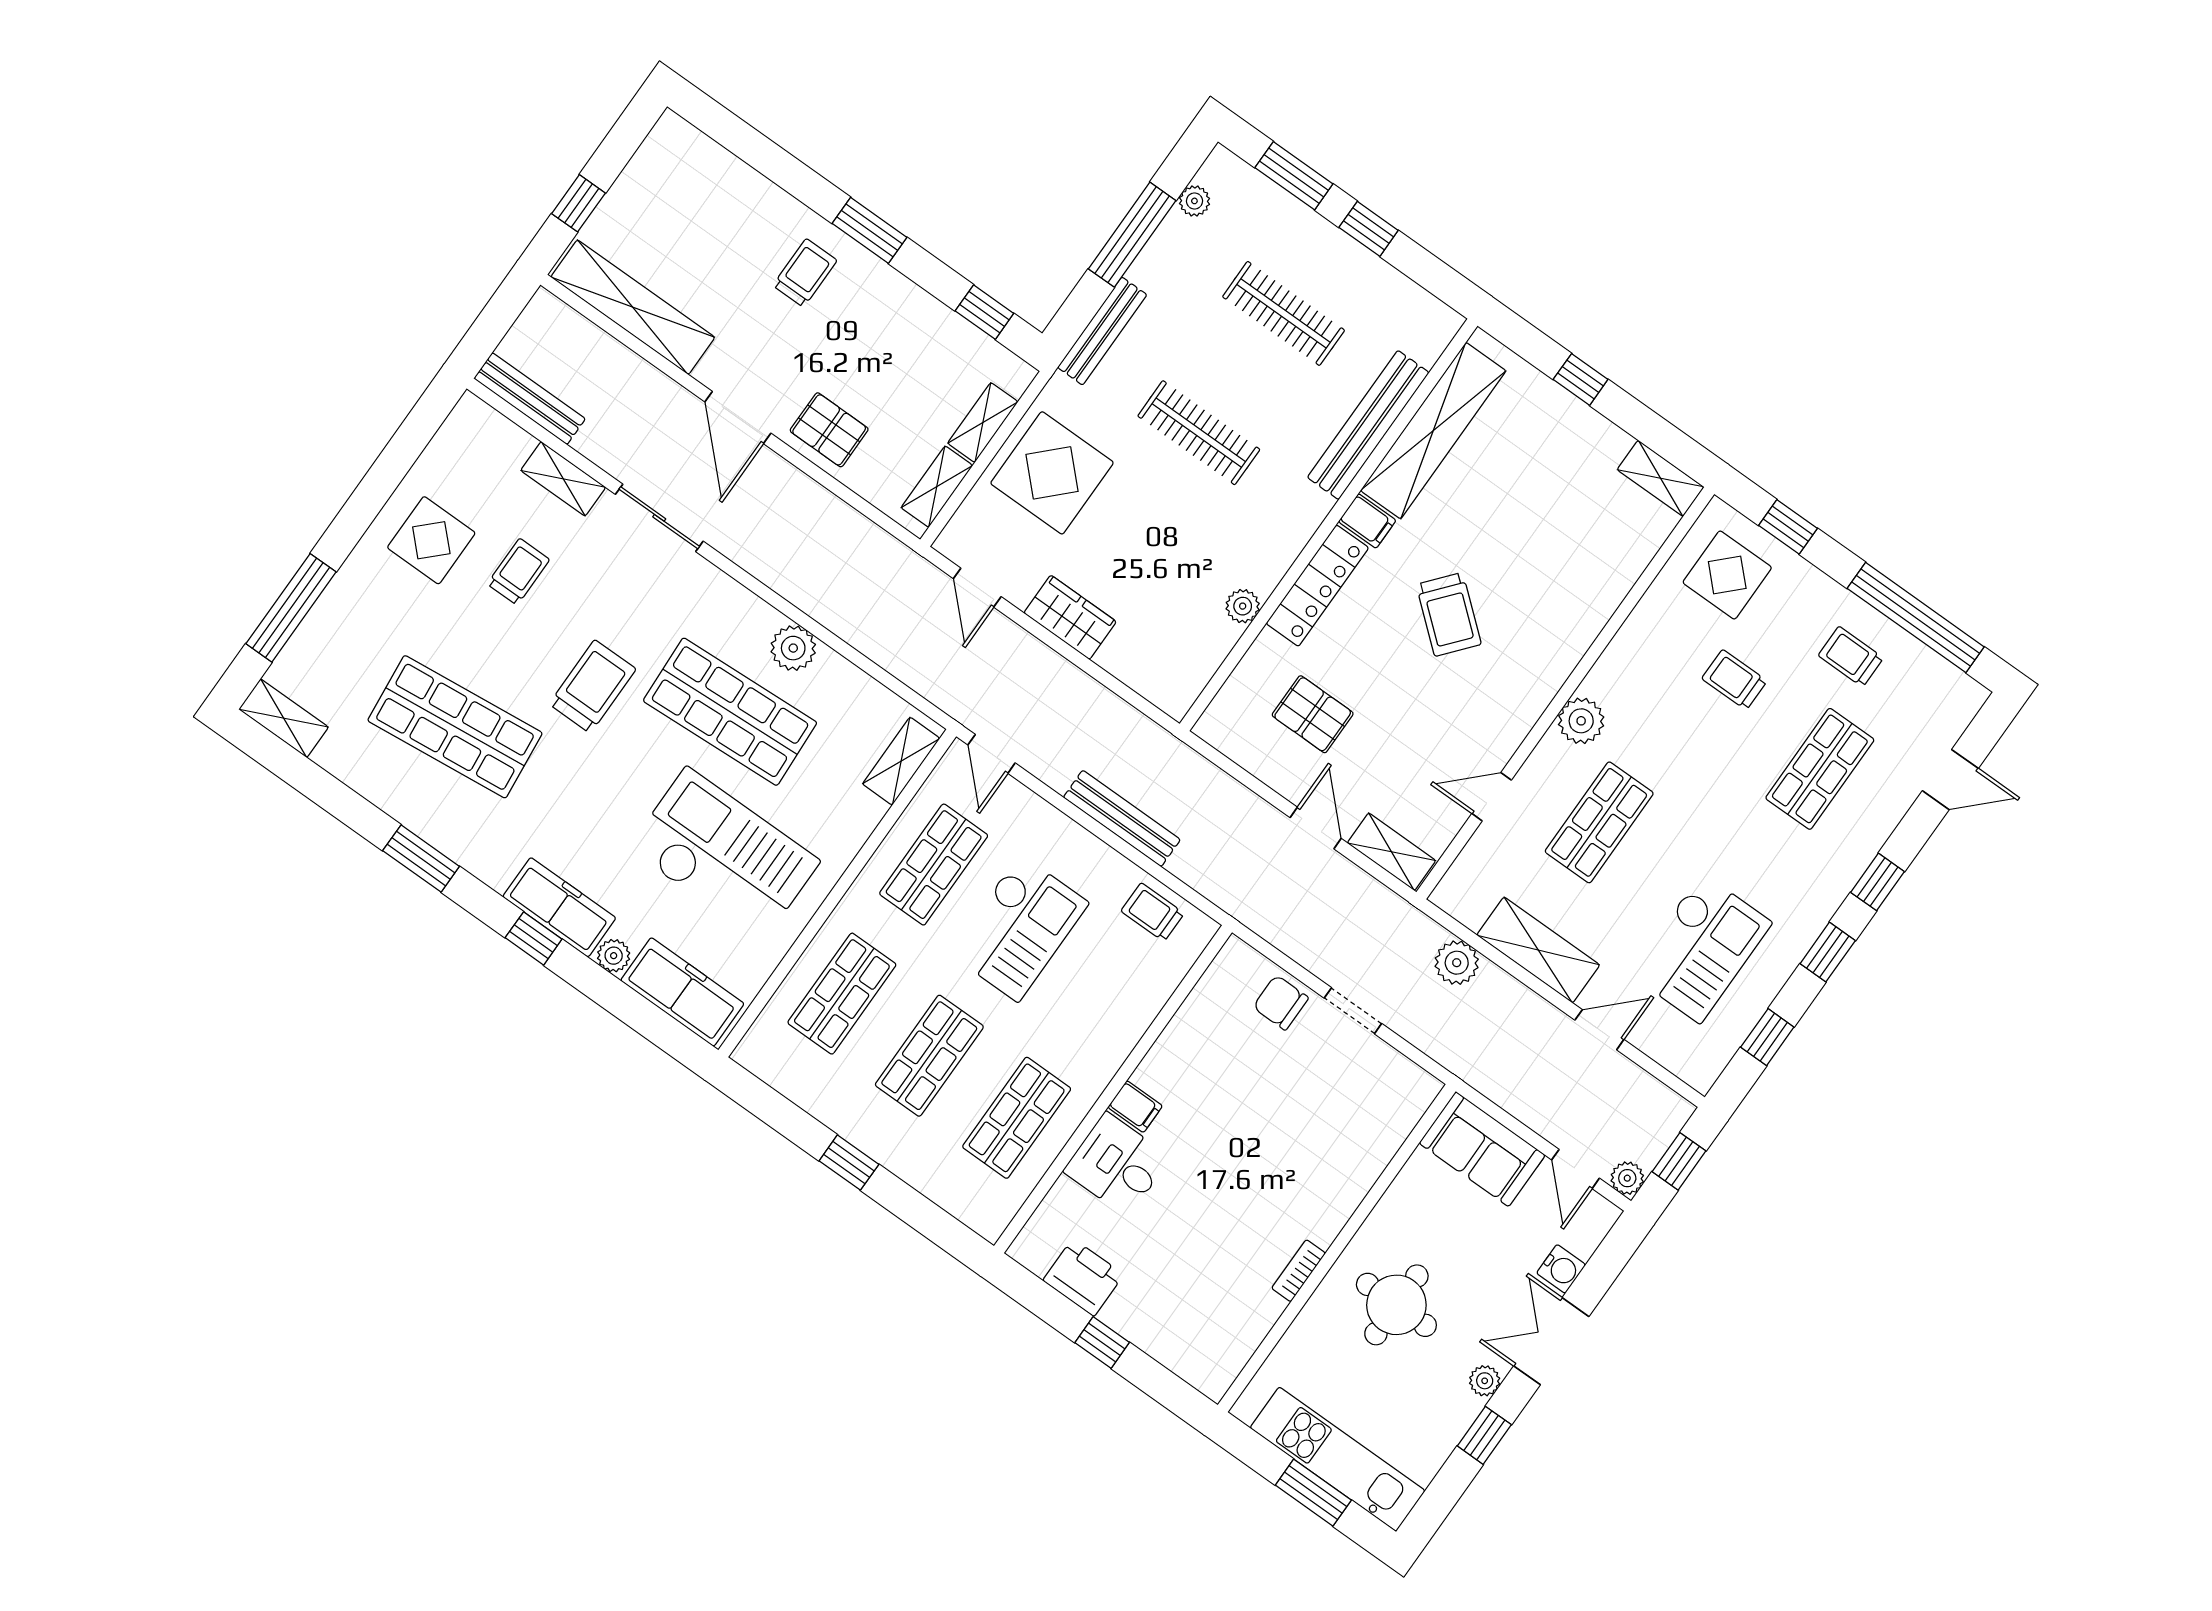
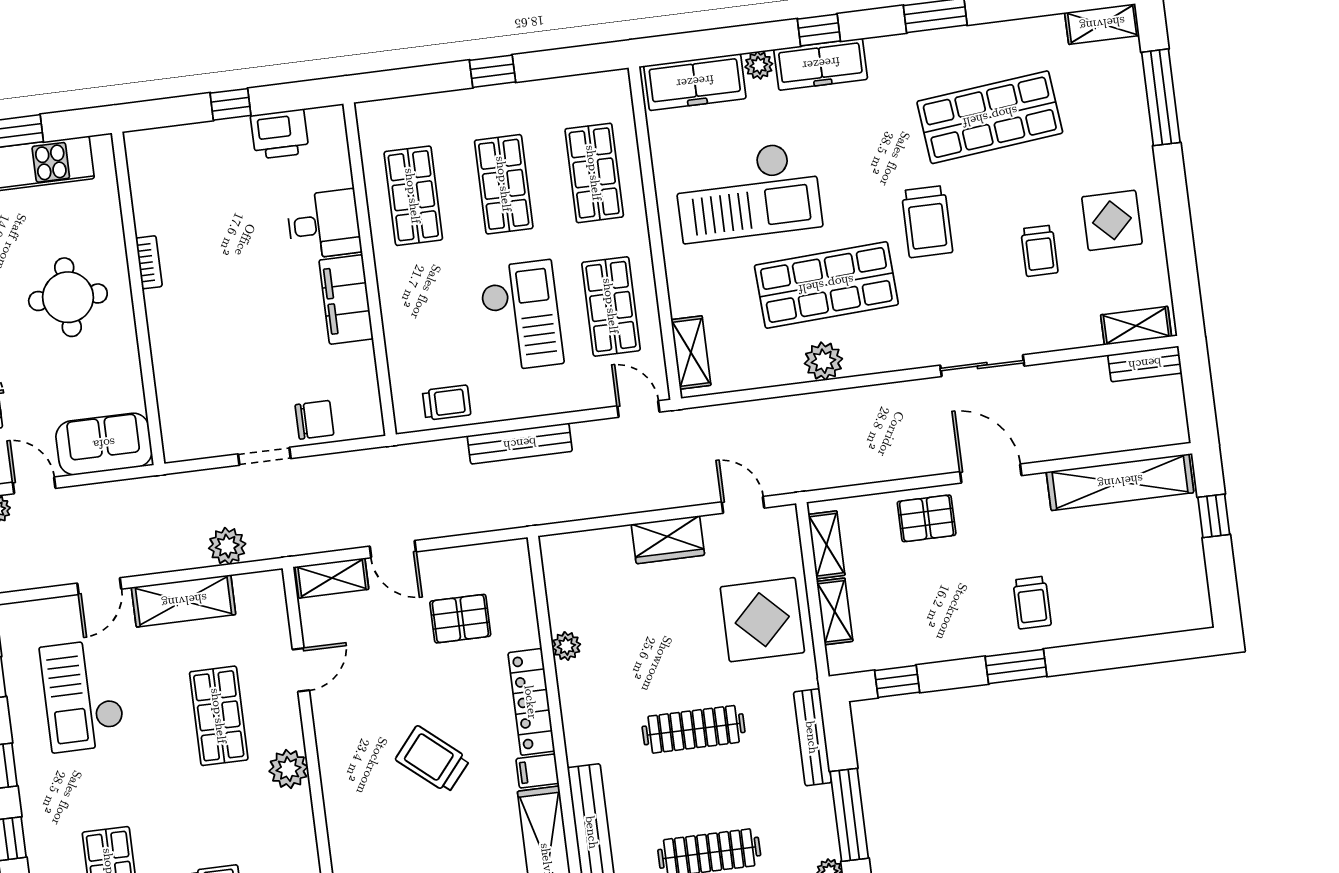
bench: (530, 399) -> (1145, 364), width x0.73
shelving: (563, 479) -> (1136, 326), moved
checkout: (1019, 928) -> (521, 316), turned 180
filing cabinet: (1135, 1107) -> (346, 299), width x3.00, depth x1.17

